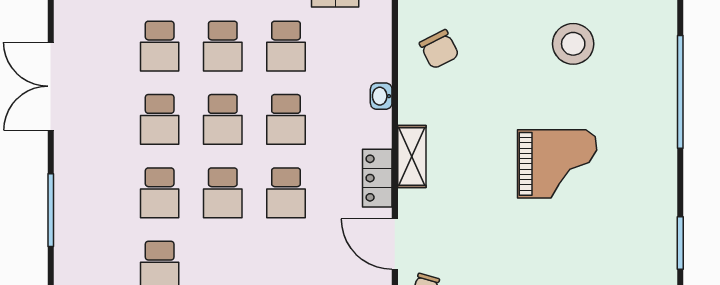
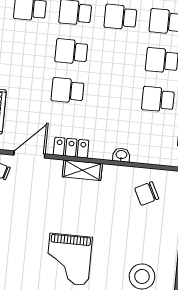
school desk: (223, 119) -> (117, 56), removed
school desk: (286, 119) -> (113, 95), removed

